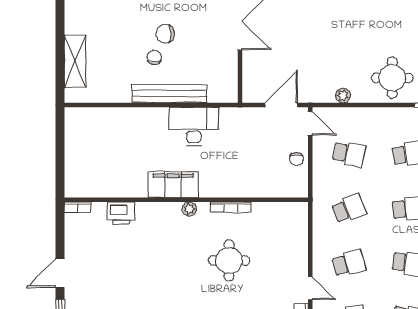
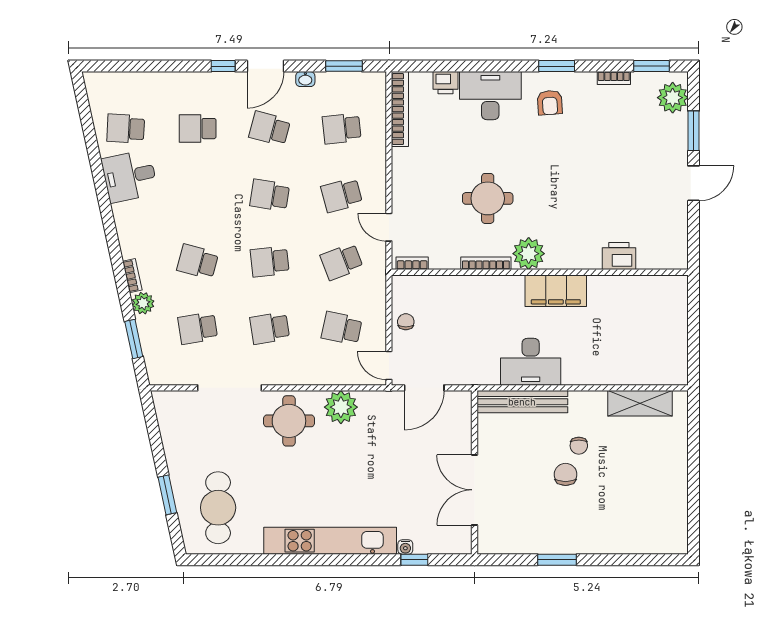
chair: (165, 34) -> (566, 474), turned -90
shelving: (75, 61) -> (640, 403), moved, turned 90
bench: (169, 94) -> (522, 402), moved
plant: (343, 95) -> (341, 407), width x1.87, depth x1.87
bookcase: (78, 207) -> (412, 263), moved
plant: (189, 209) -> (529, 254), width x1.87, depth x1.87
door: (310, 288) -> (389, 227), moved

